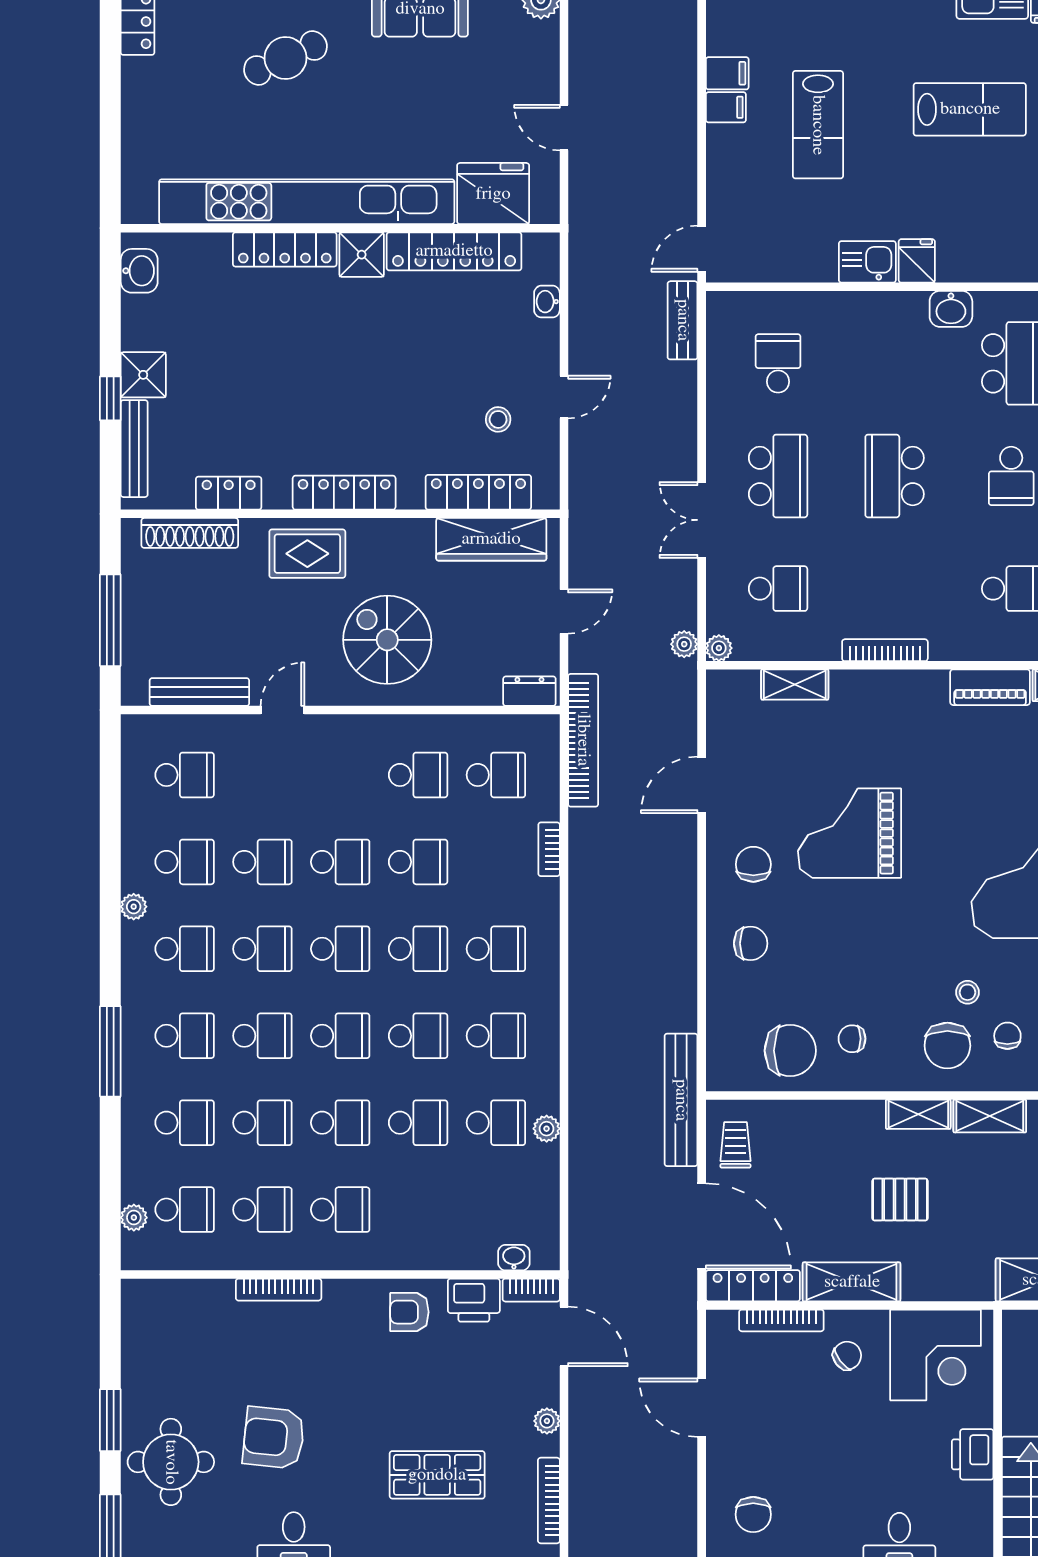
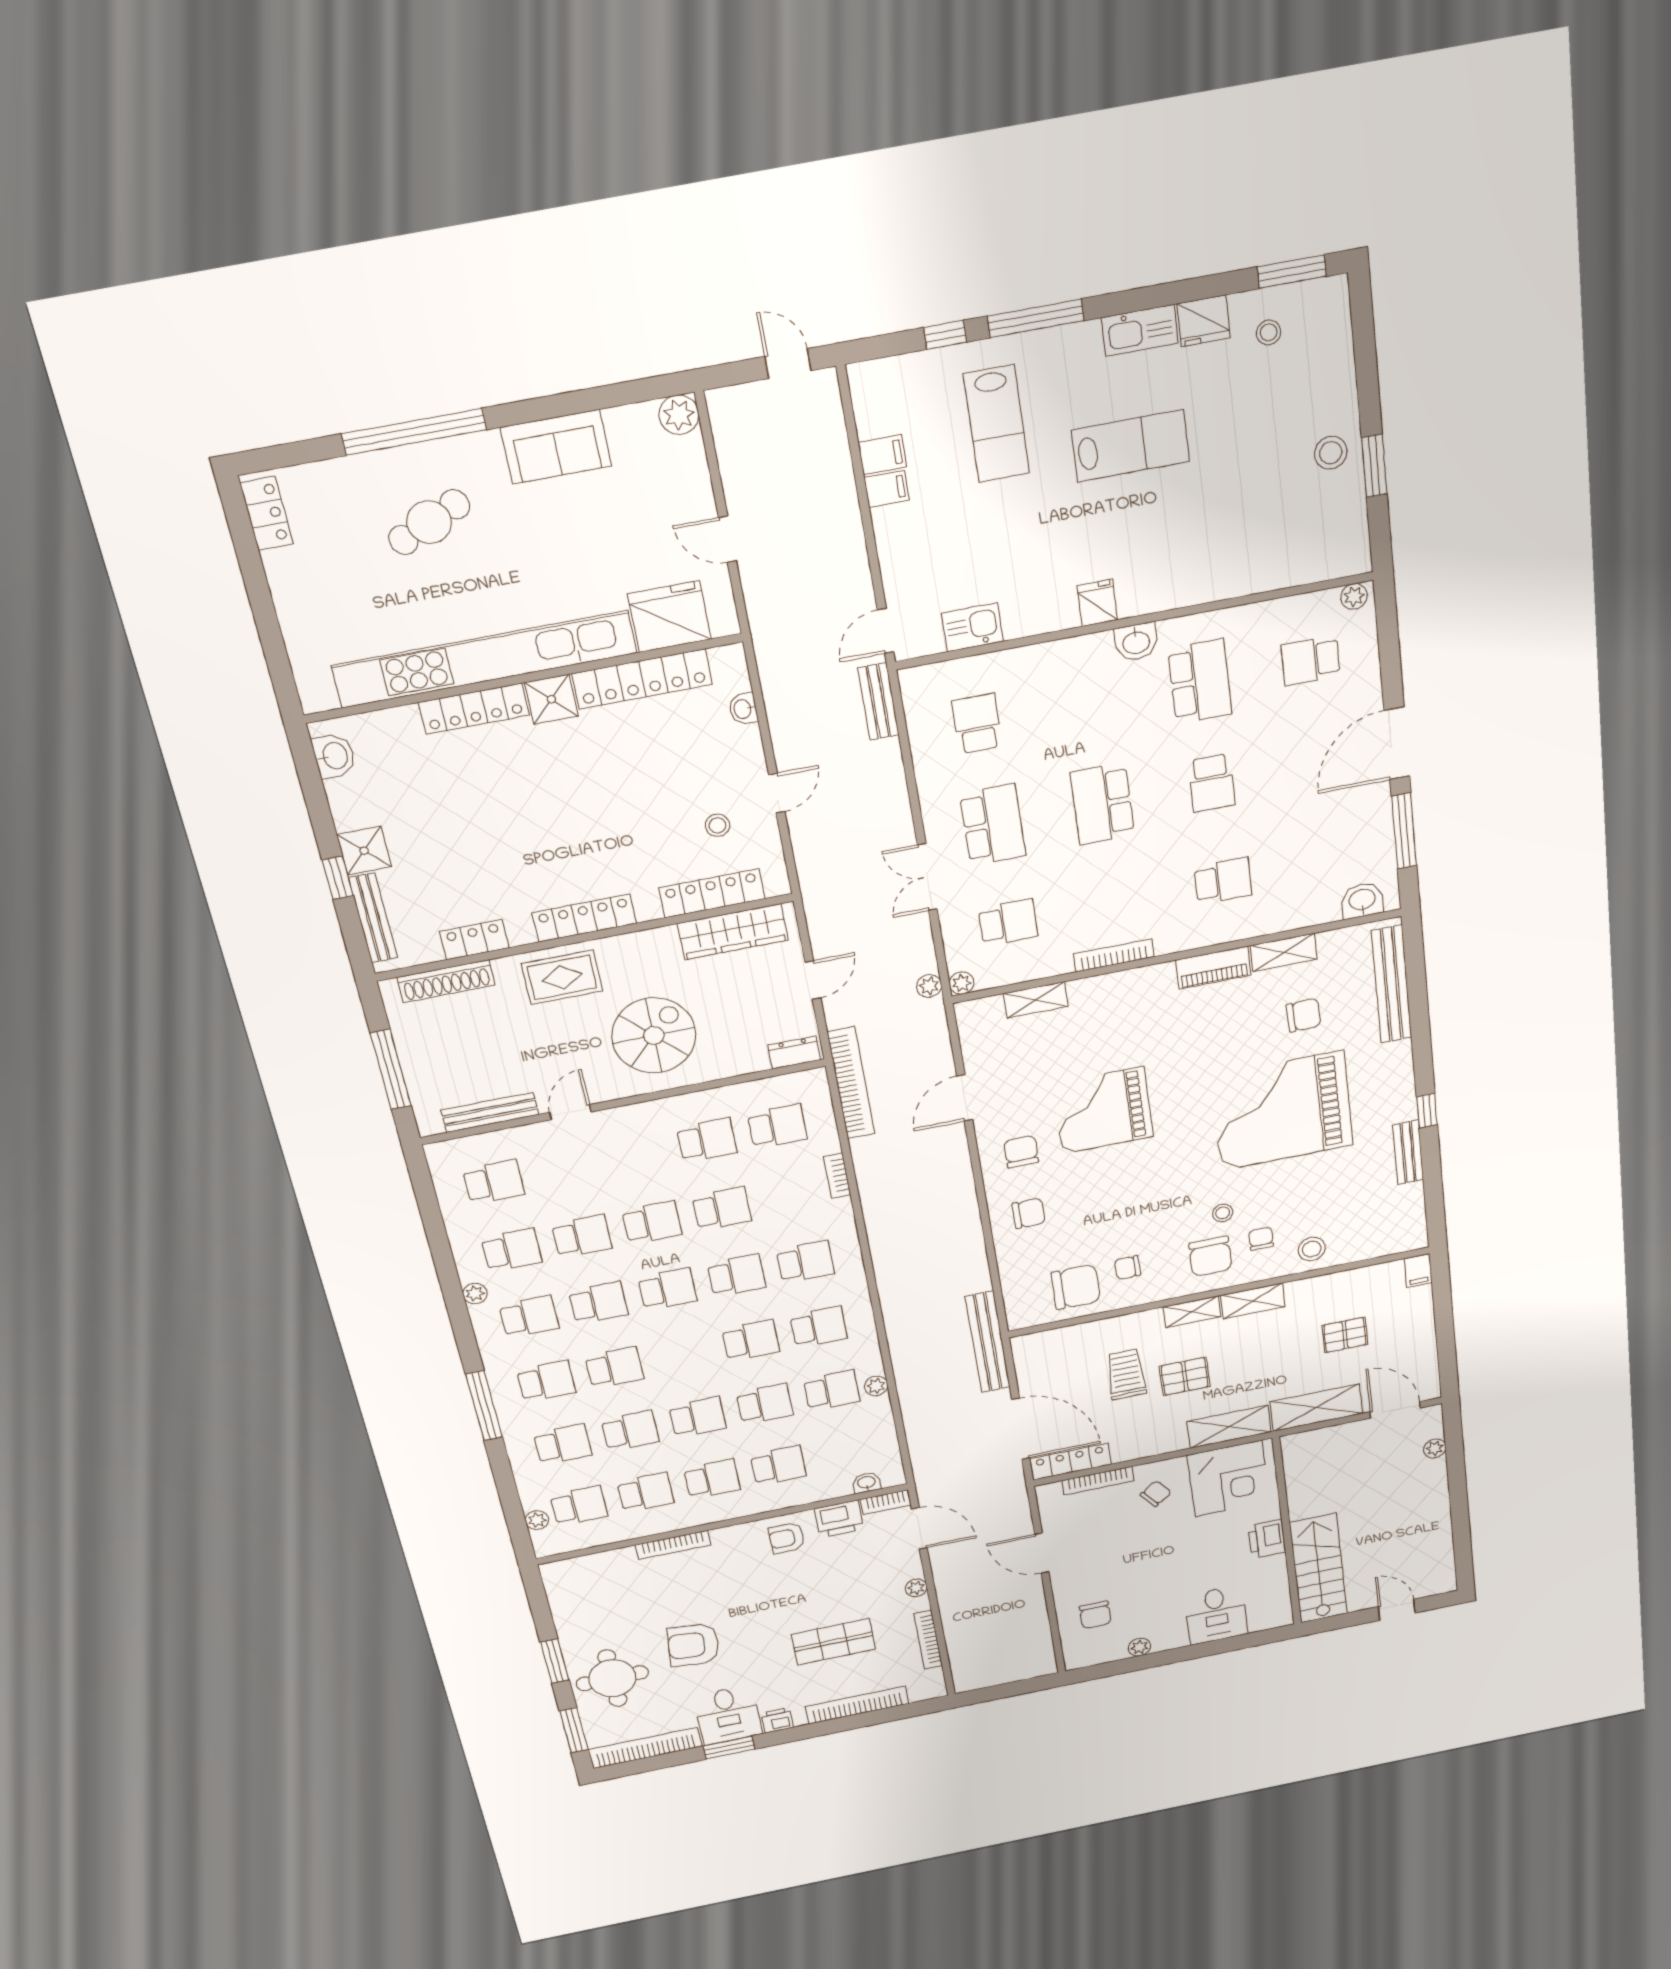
lab bench: (818, 125) -> (996, 424), moved
kitchen sink: (867, 262) -> (972, 627), moved
spiral stairs: (387, 640) -> (654, 1036), turned 90
school desk: (340, 1036) -> (778, 1466), moved
trolley: (735, 1145) -> (1126, 1374), moved, width x1.36, depth x1.39
shelving: (852, 1282) -> (1229, 1427), moved

